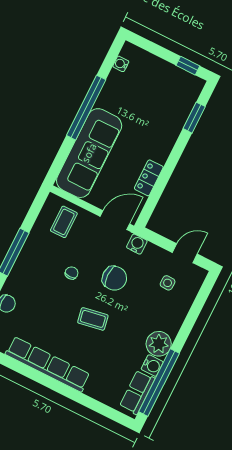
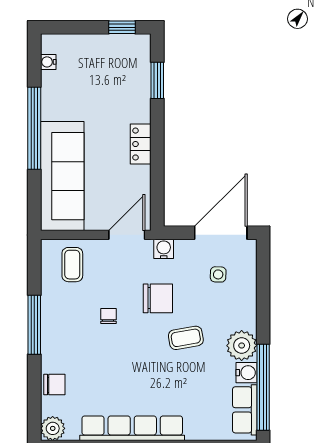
locker: (149, 178) -> (141, 144), moved
door: (185, 253) -> (221, 233), width x1.87
coffee table: (93, 319) -> (186, 338), moved

